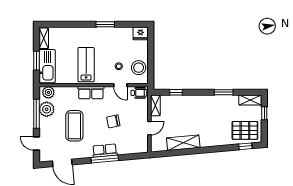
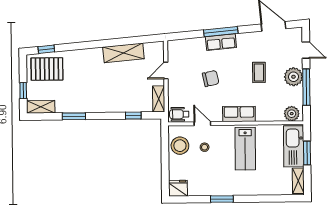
plant: (47, 109) -> (293, 77), moved
coffee table: (74, 126) -> (259, 72), width x0.54, depth x0.58

